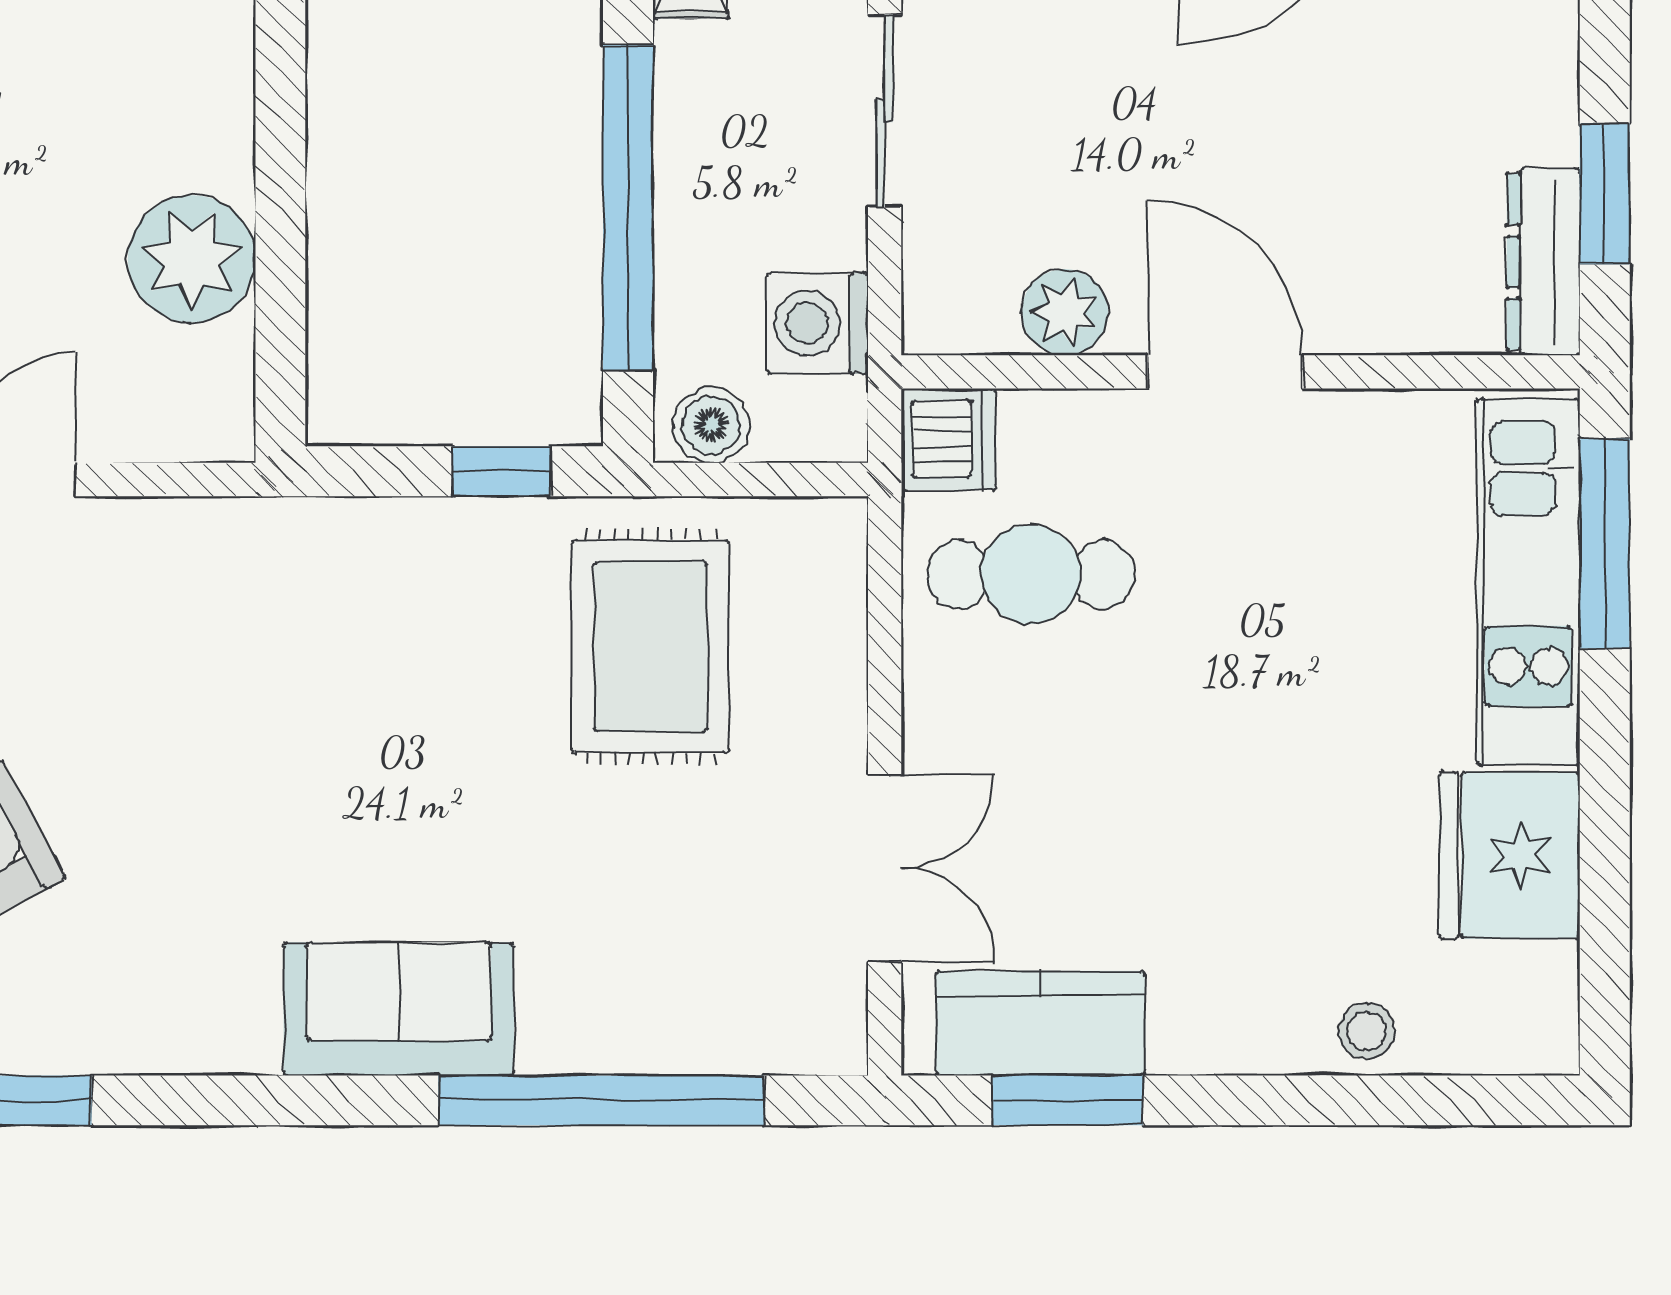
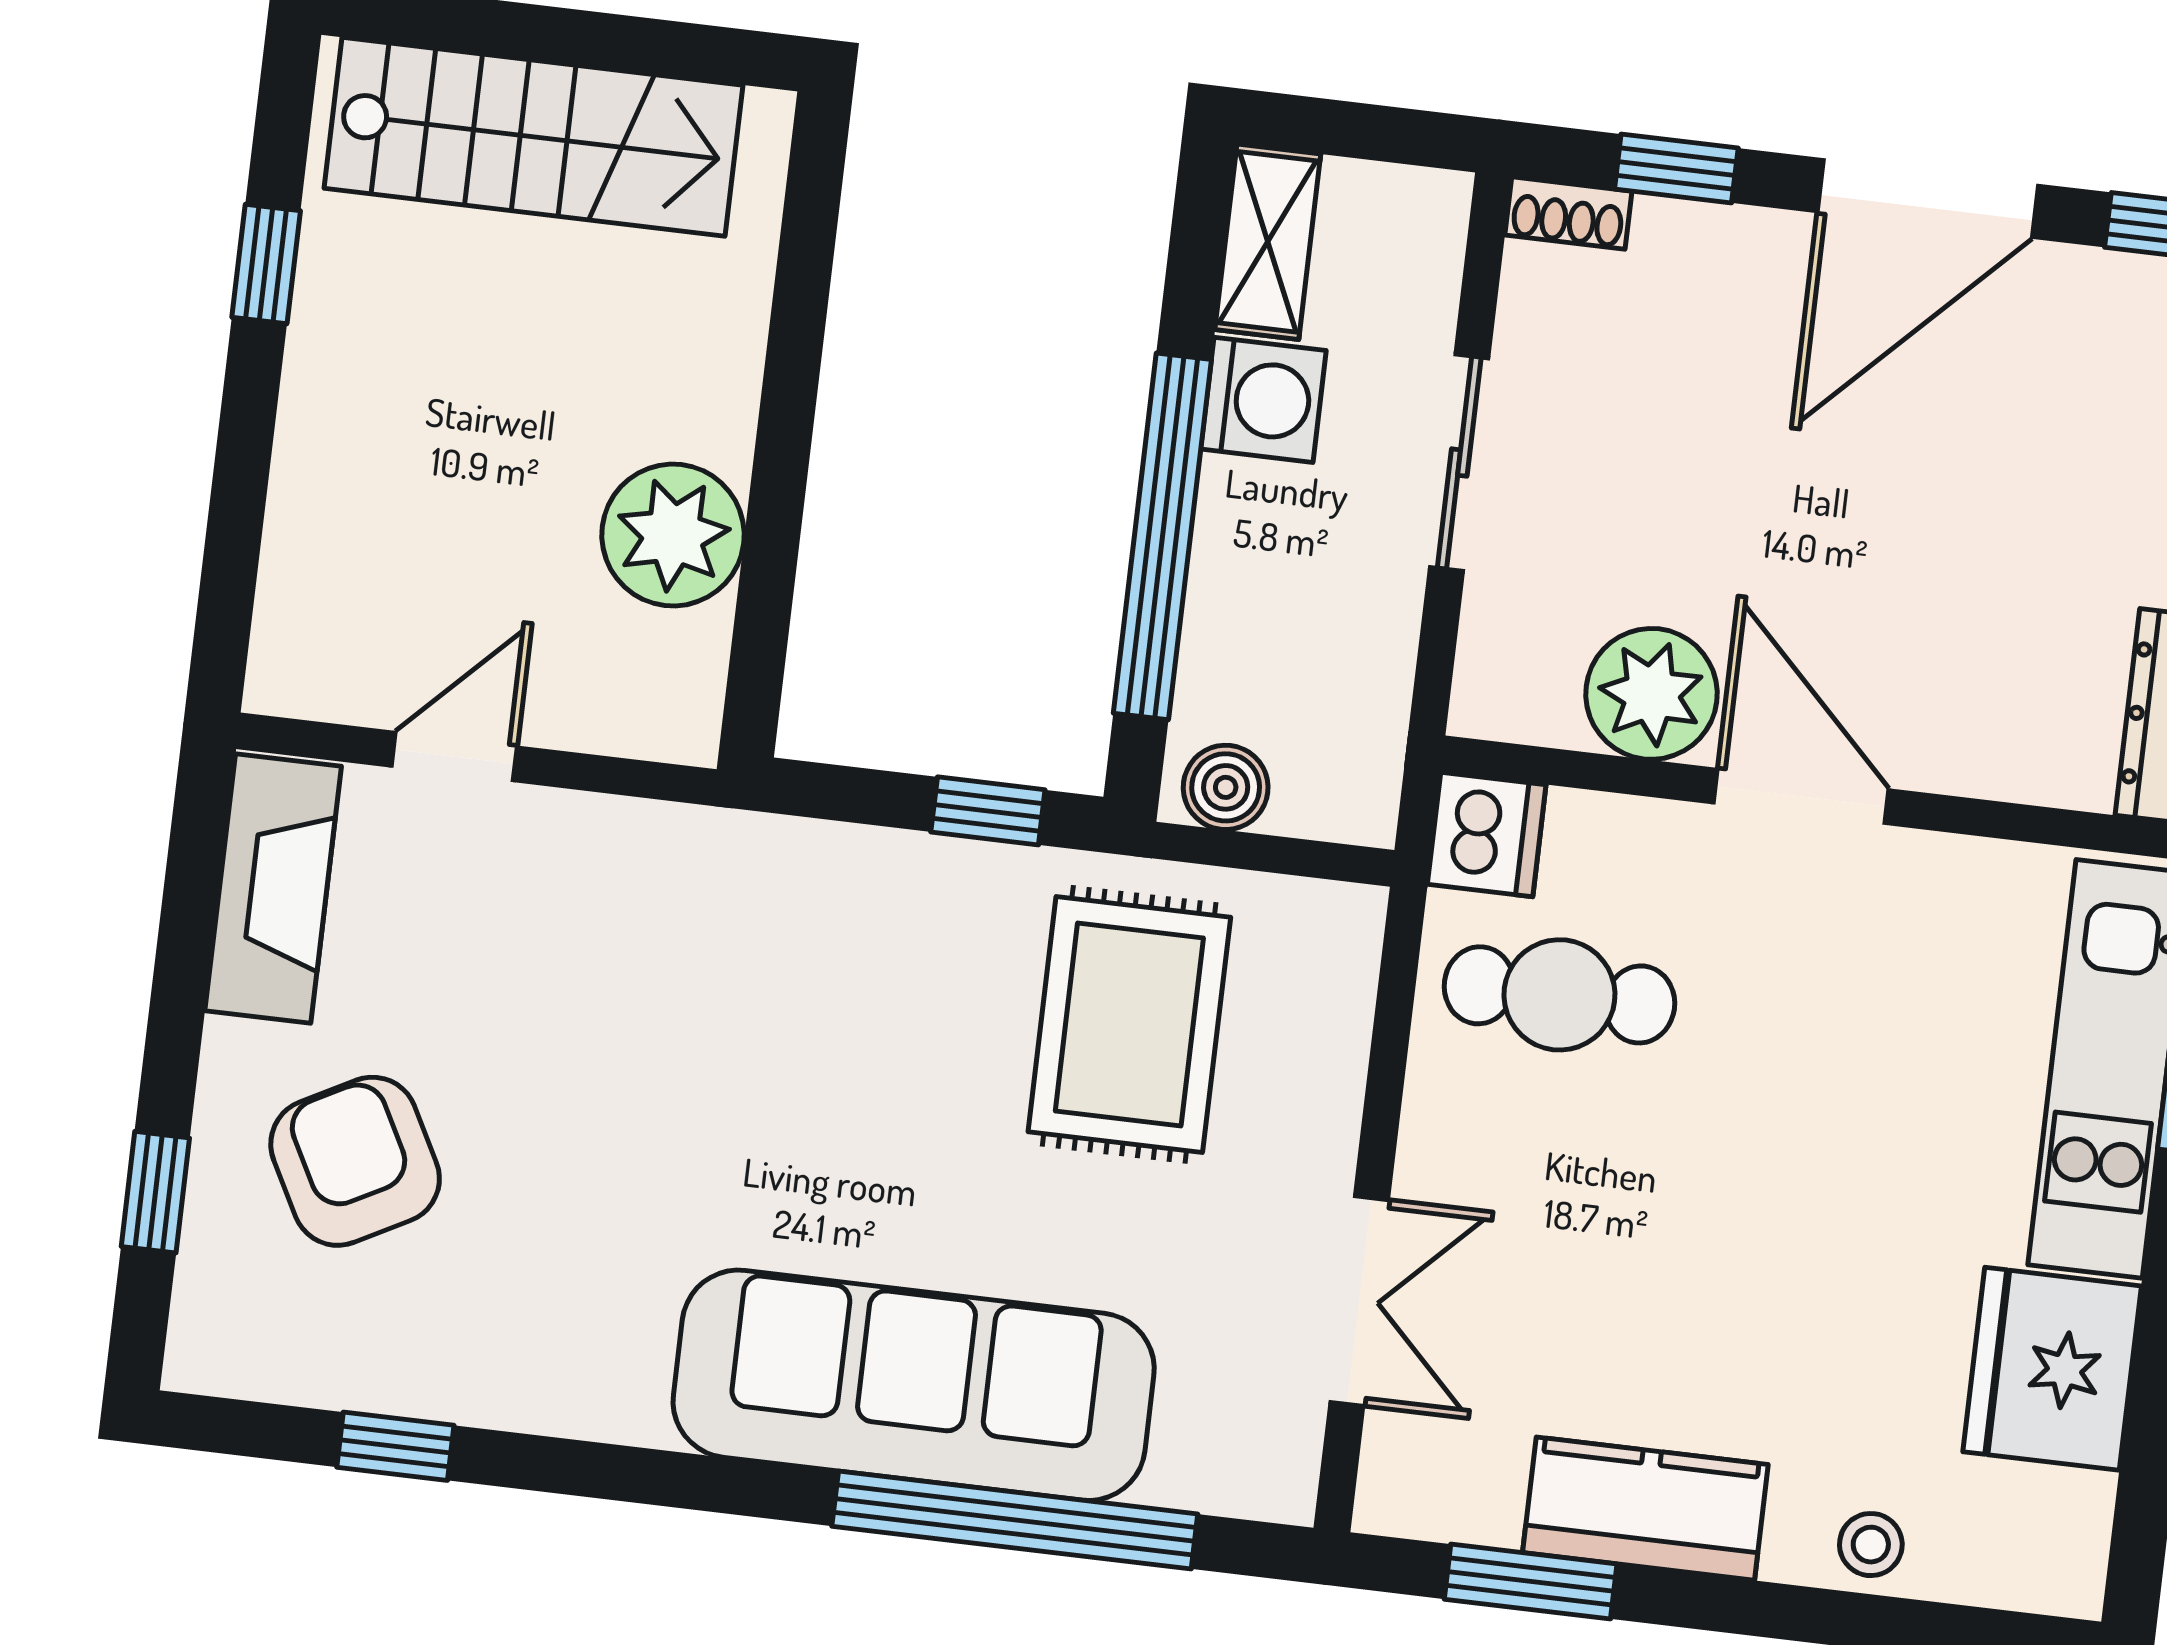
plant: (1065, 312) -> (1651, 694), width x1.36, depth x1.36
washing machine: (817, 323) -> (1263, 400), moved, turned 180
sofa: (399, 1009) -> (914, 1385), width x1.85, depth x1.27
kitchen counter: (1041, 1023) -> (1645, 1509), moved

